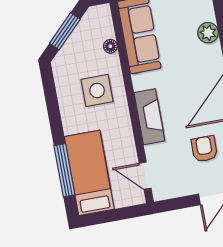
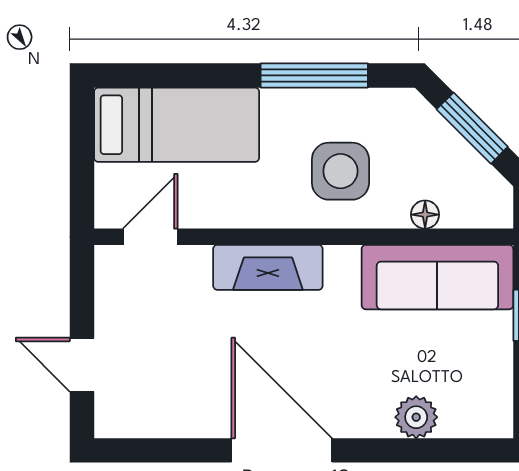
armchair: (204, 149) -> (182, 367), removed
window: (64, 170) -> (314, 75), moved

